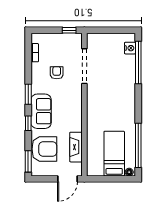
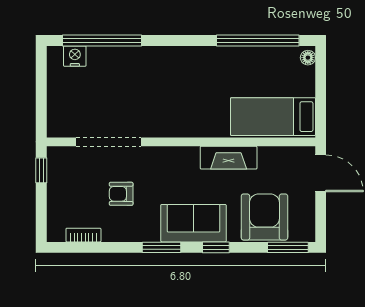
fireplace: (76, 147) -> (229, 158), moved
bed: (114, 154) -> (273, 117), moved

